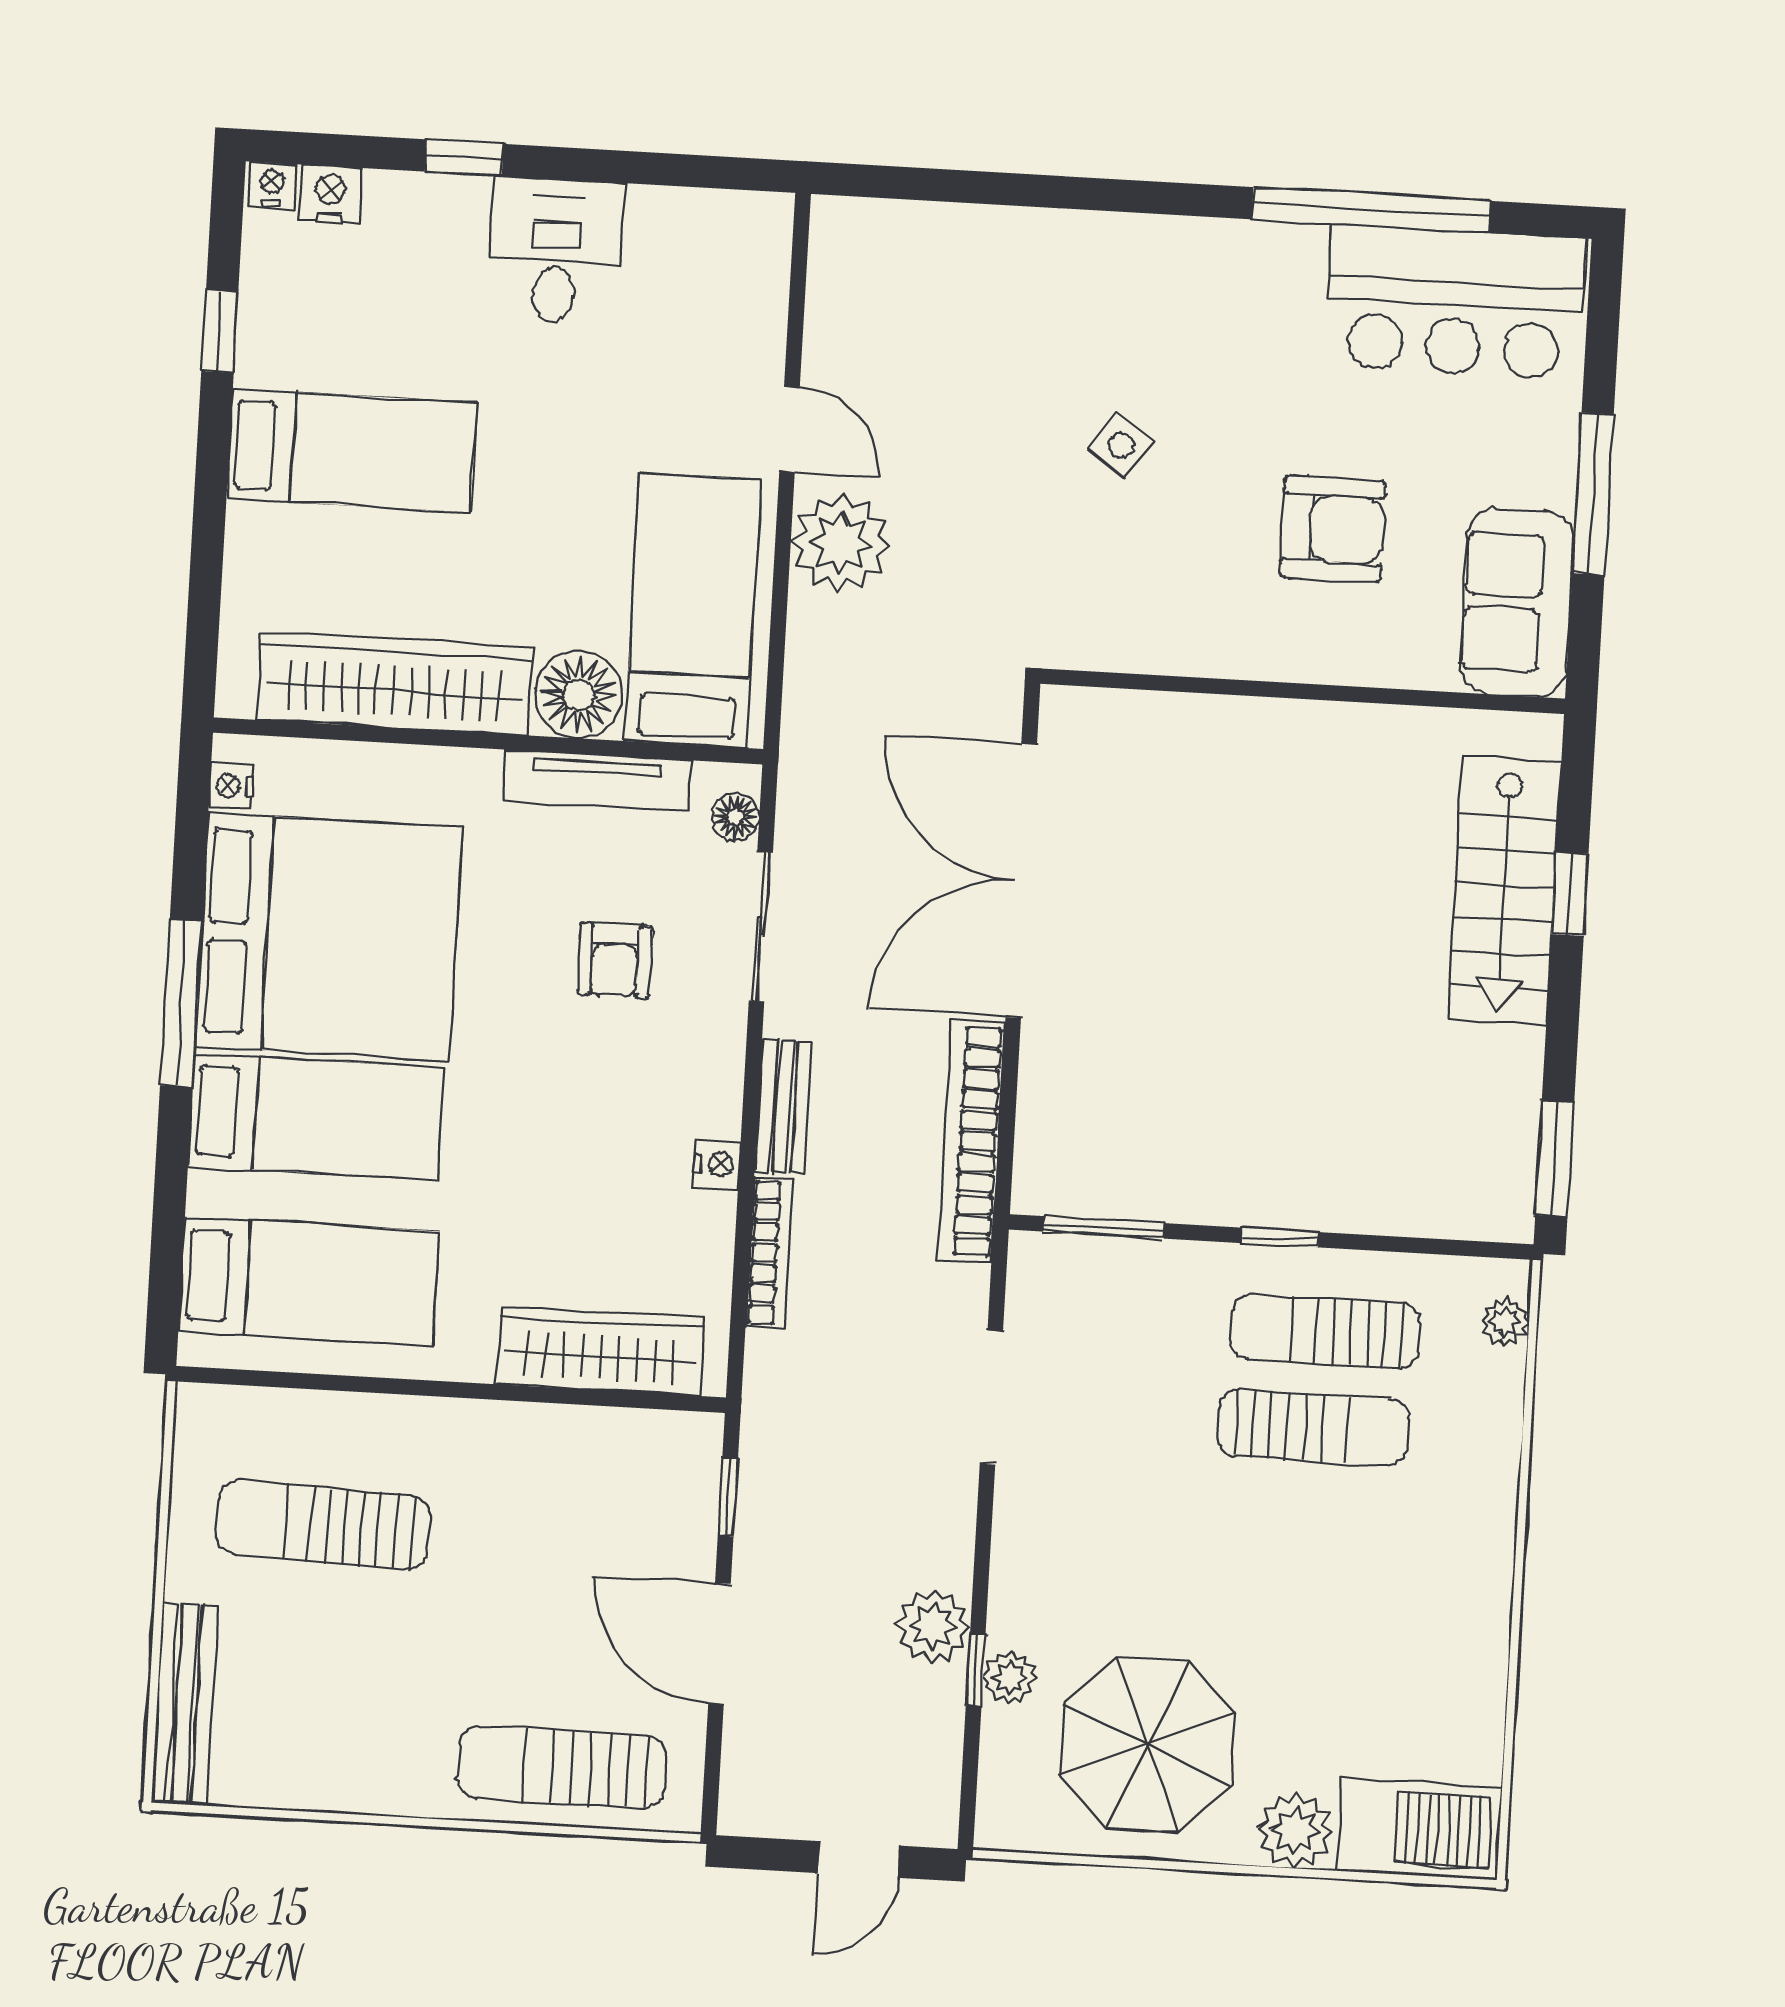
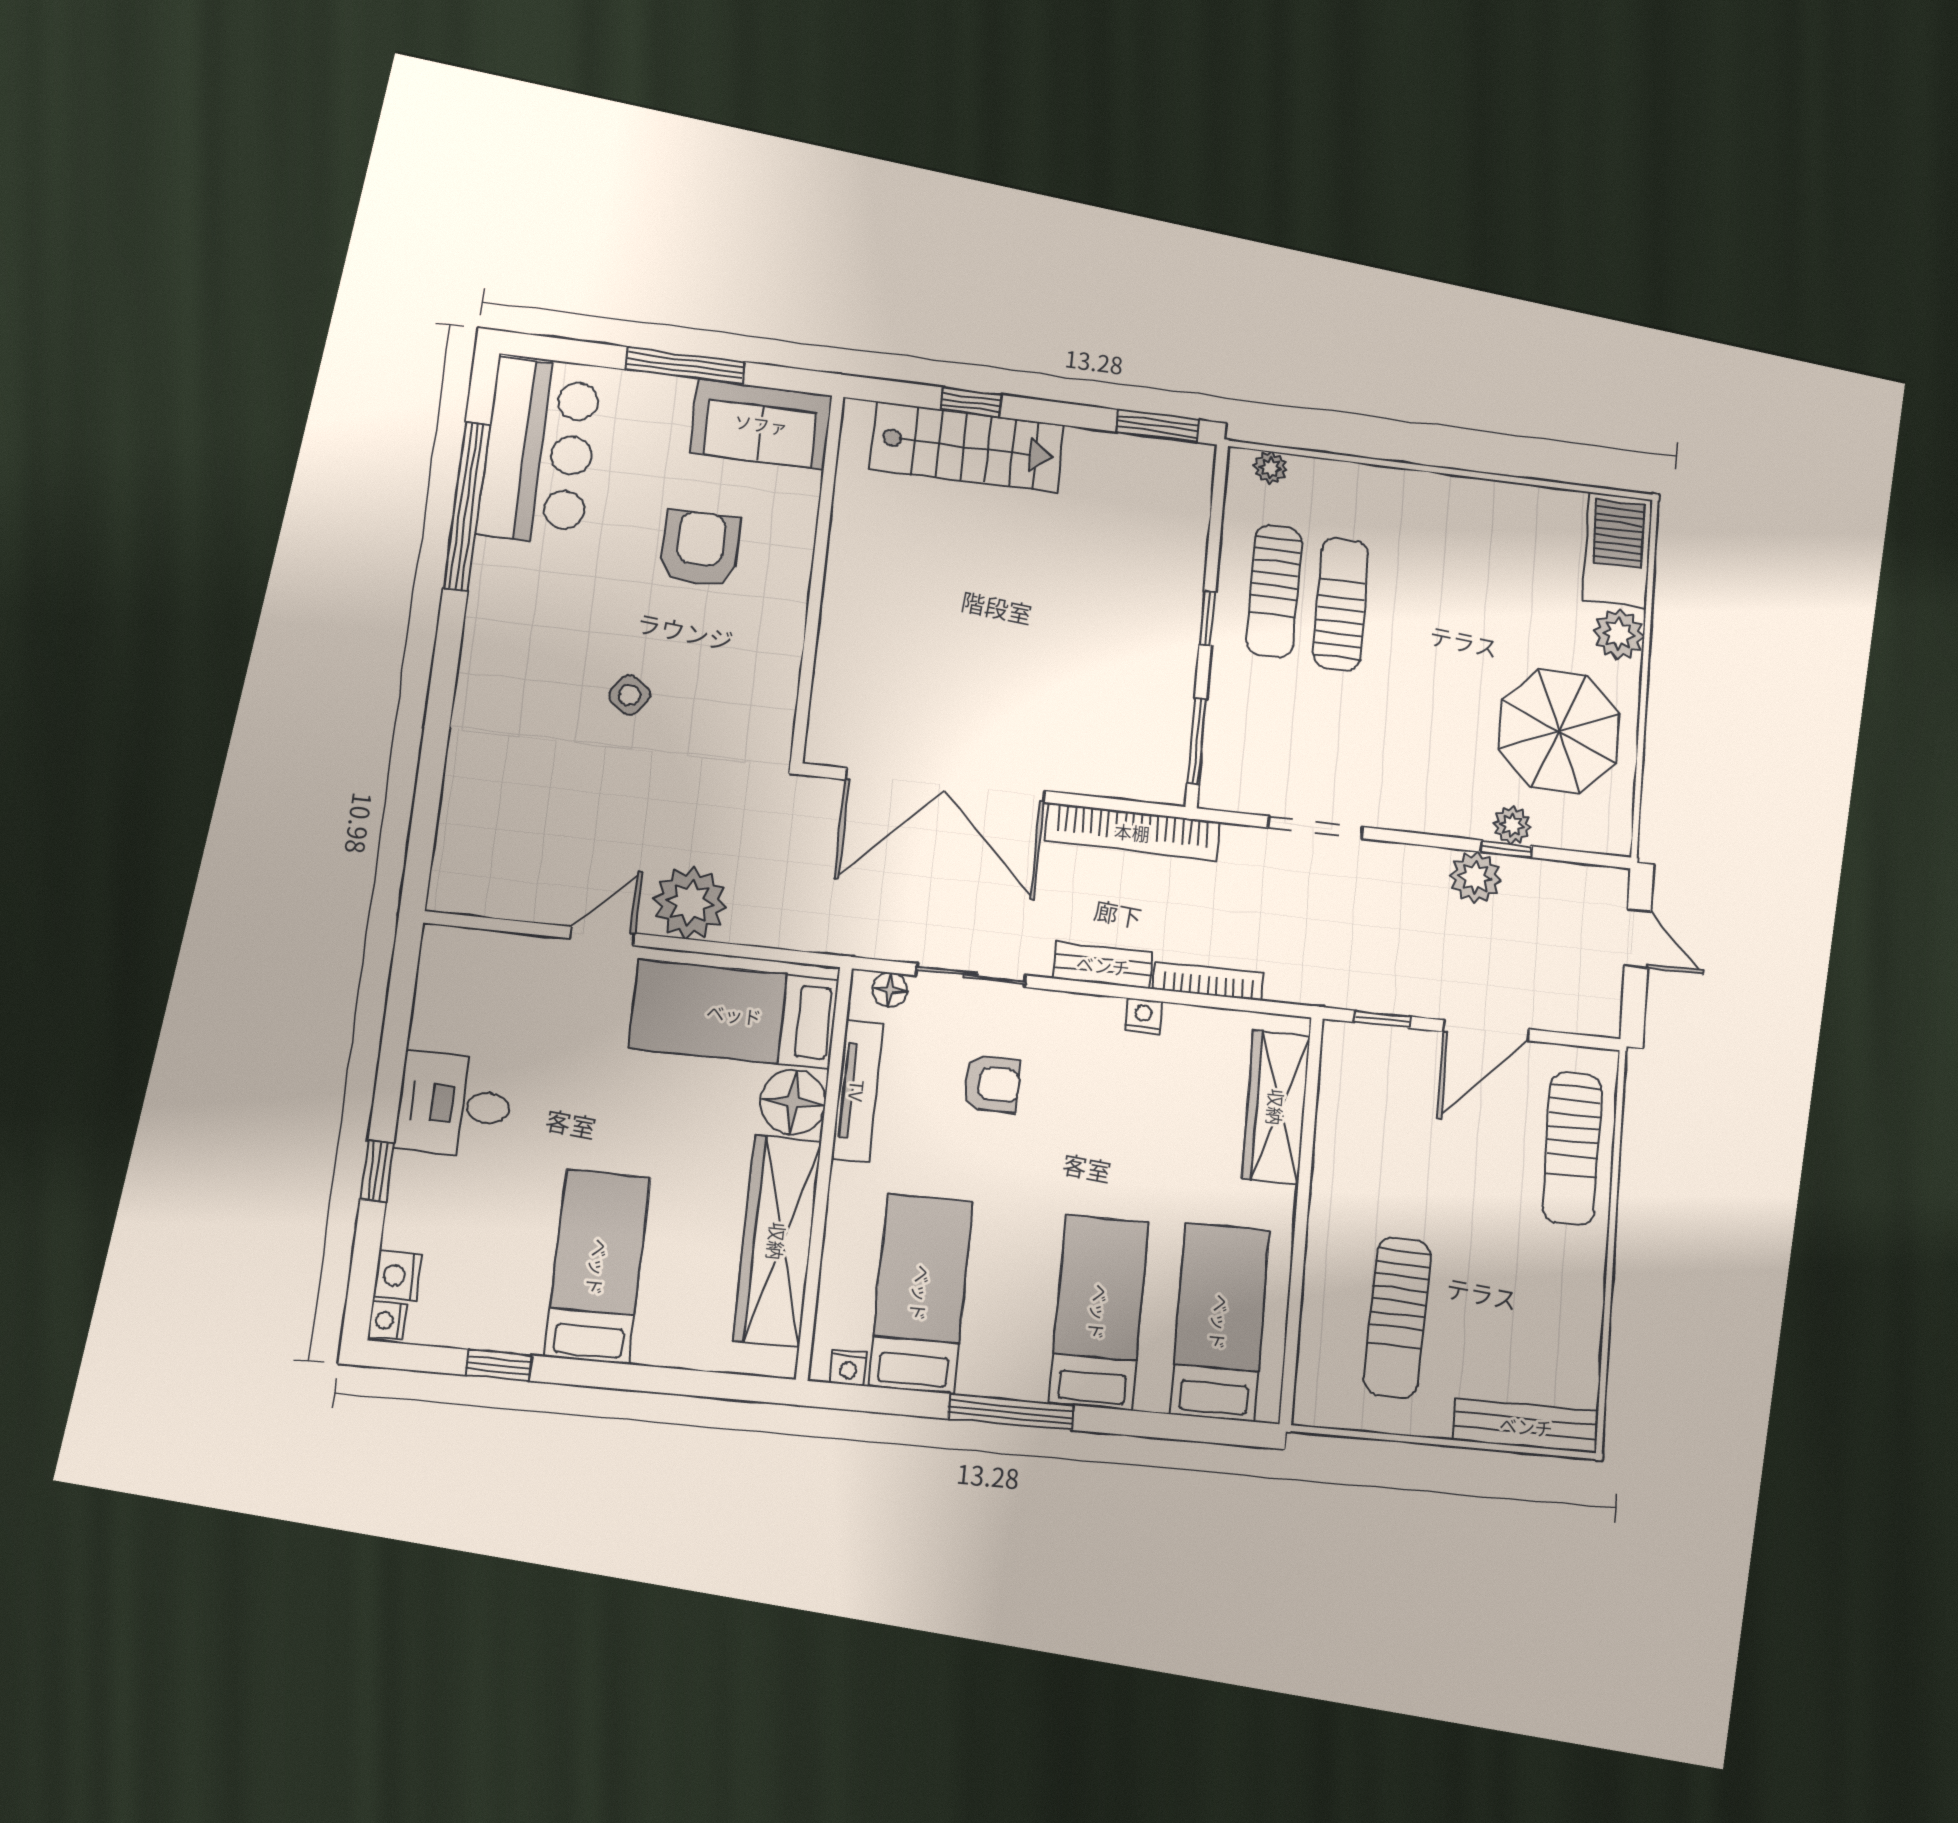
bed: (329, 937) -> (921, 1293), width x0.49

